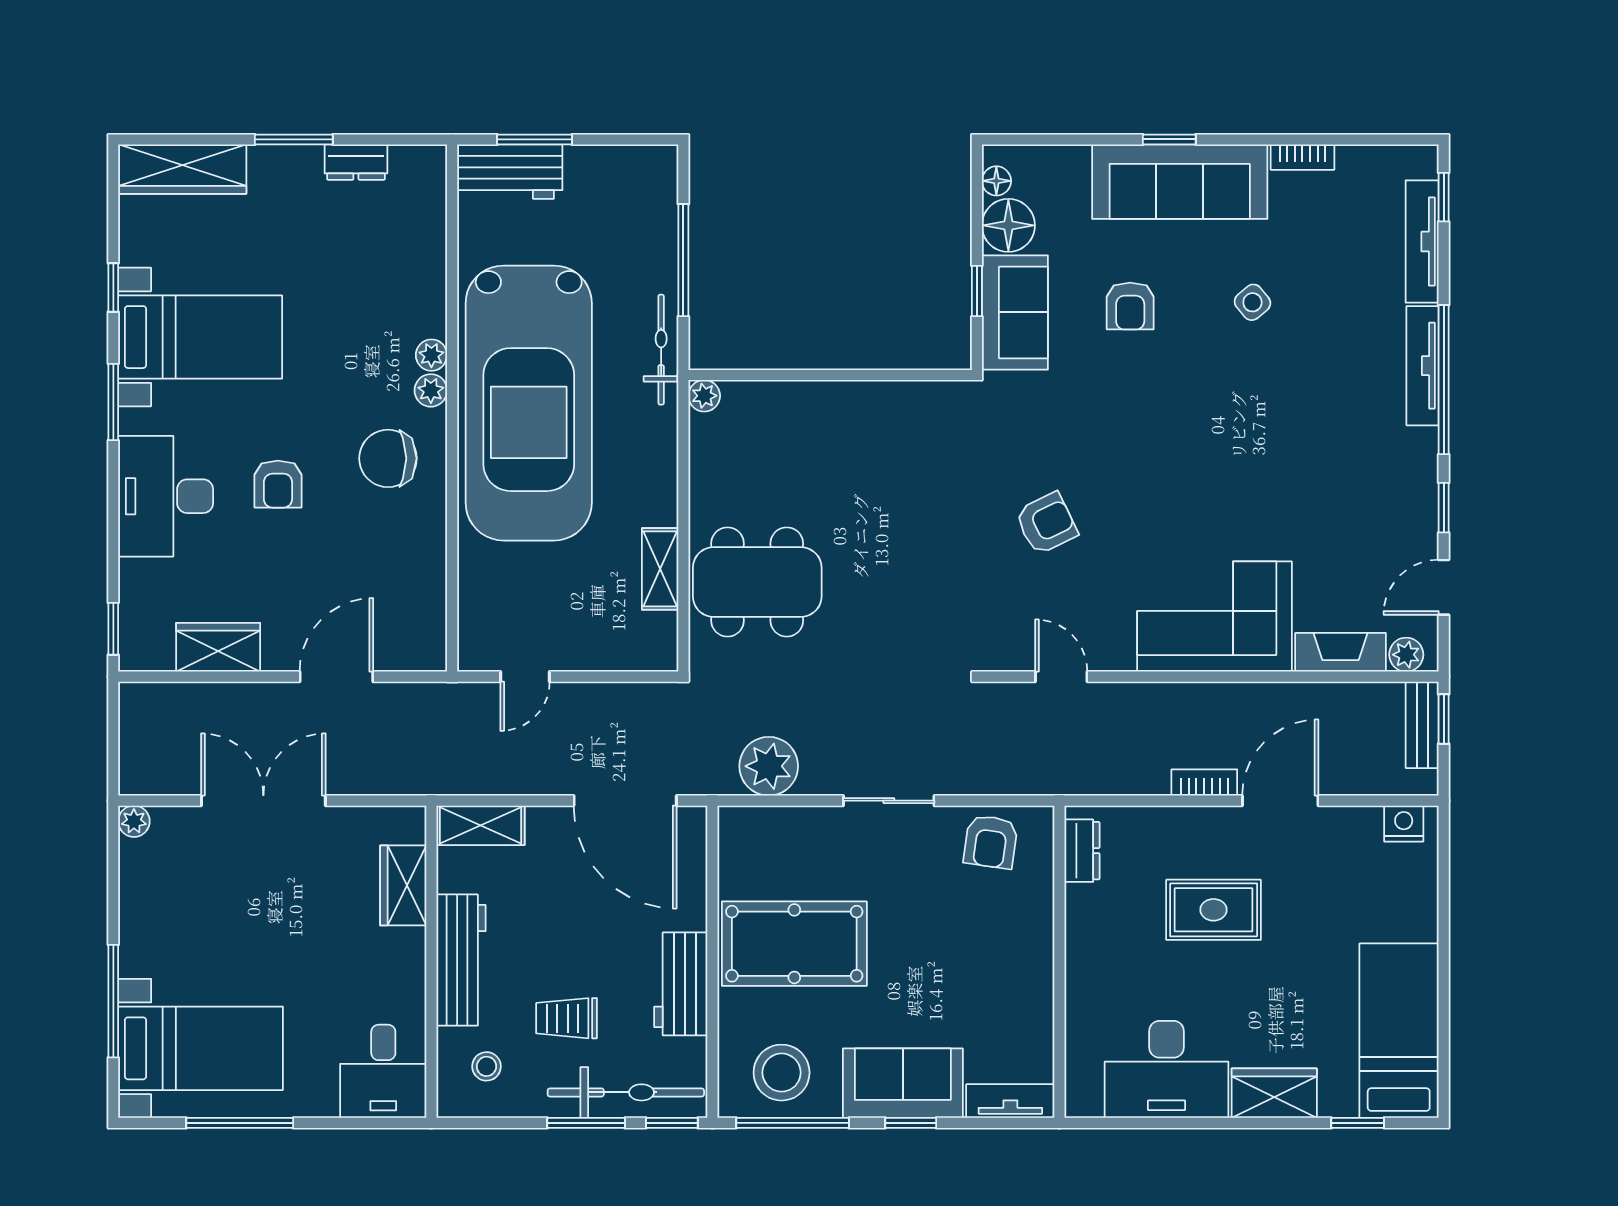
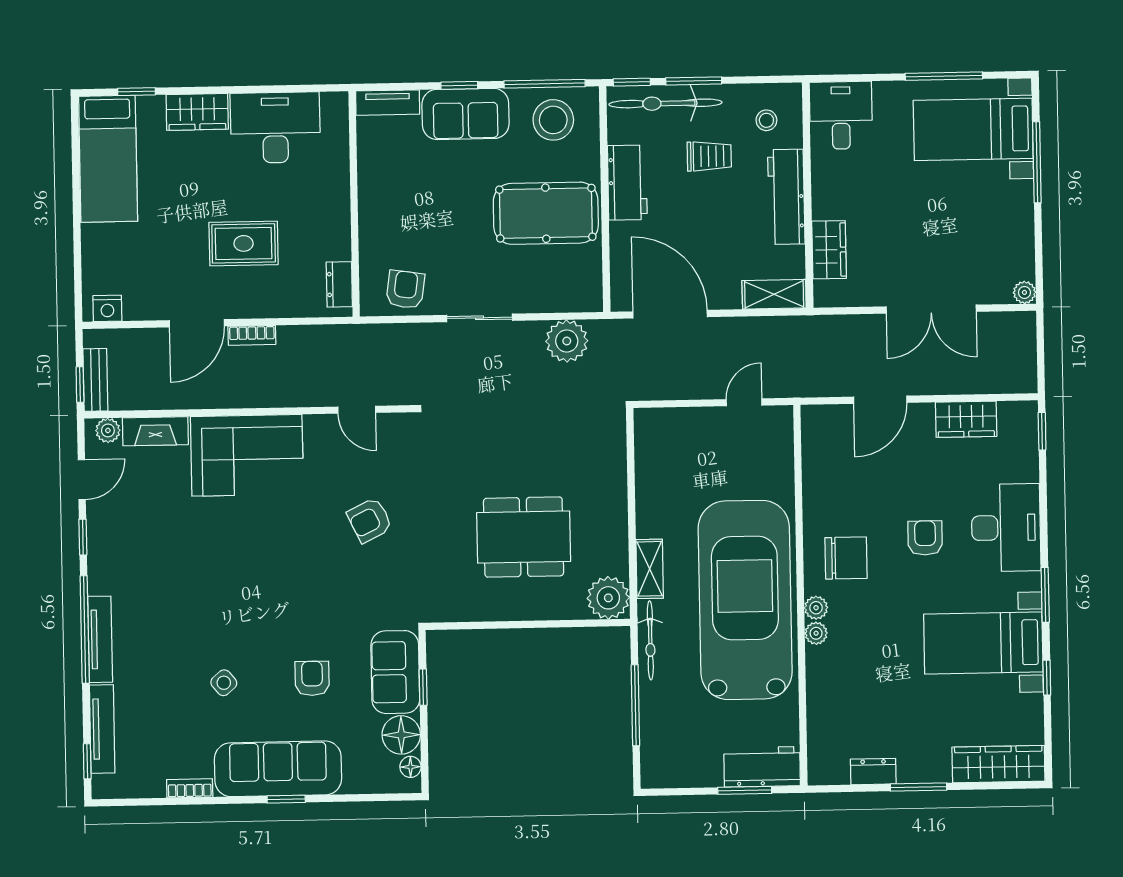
plant: (704, 396) -> (608, 598), width x1.88, depth x1.88
shelving: (660, 569) -> (650, 569), moved
dining table: (757, 582) -> (524, 537), moved

